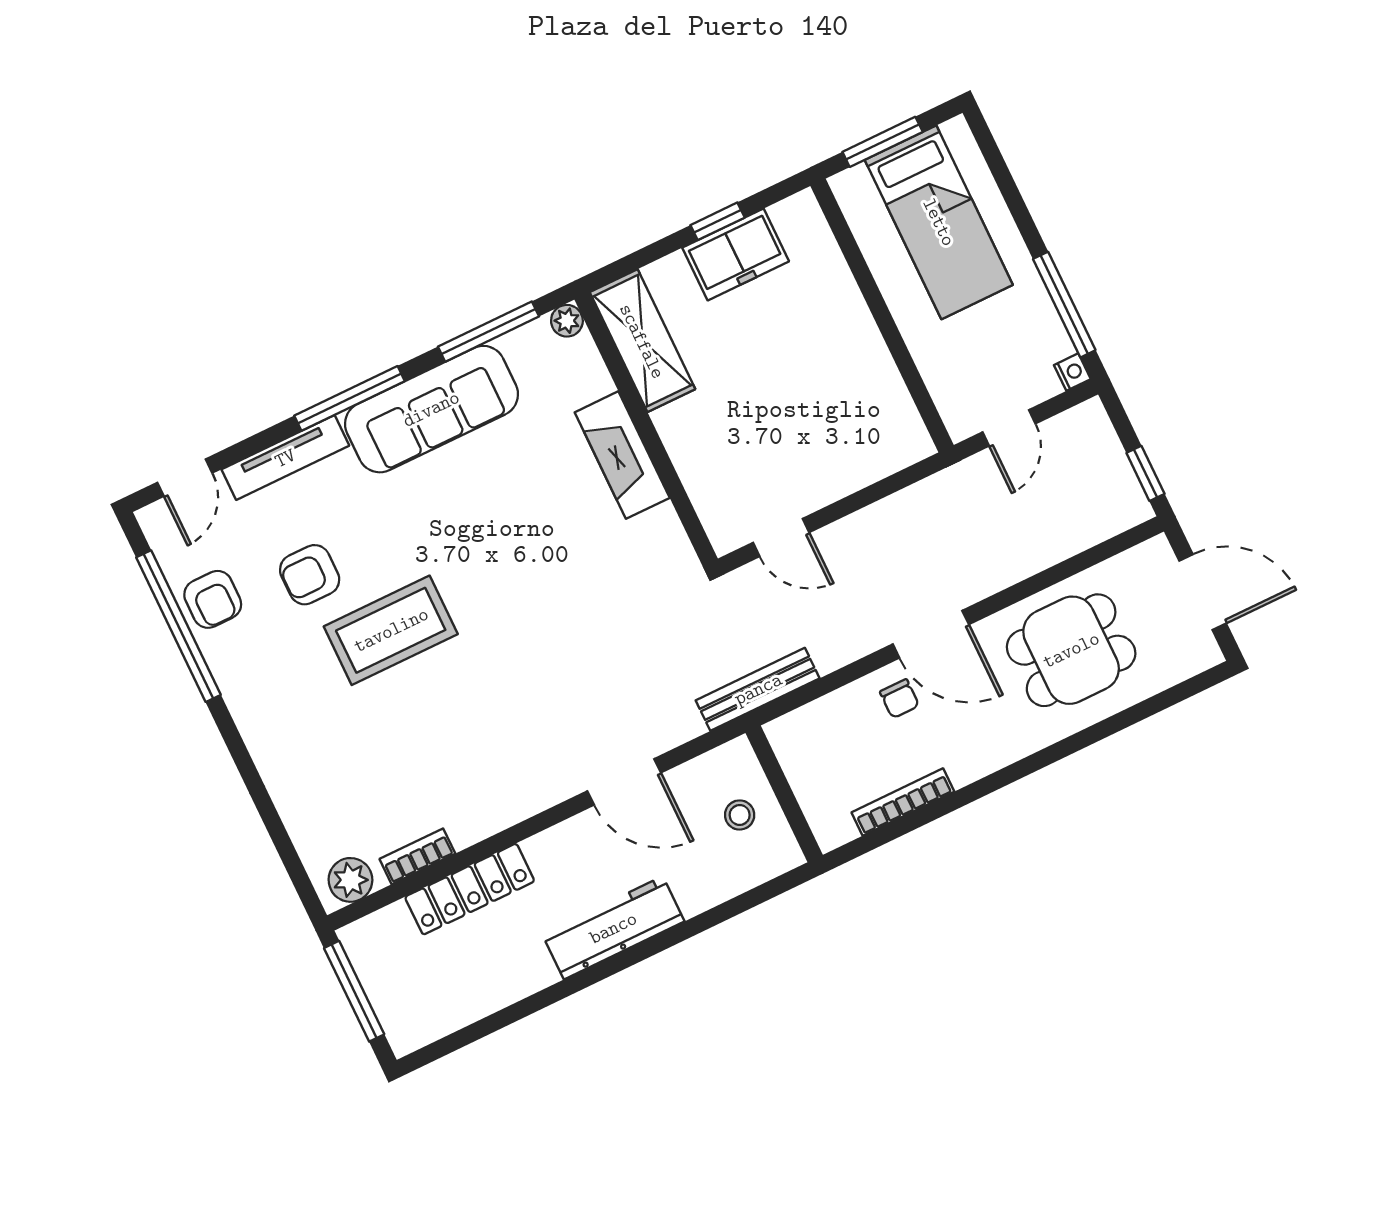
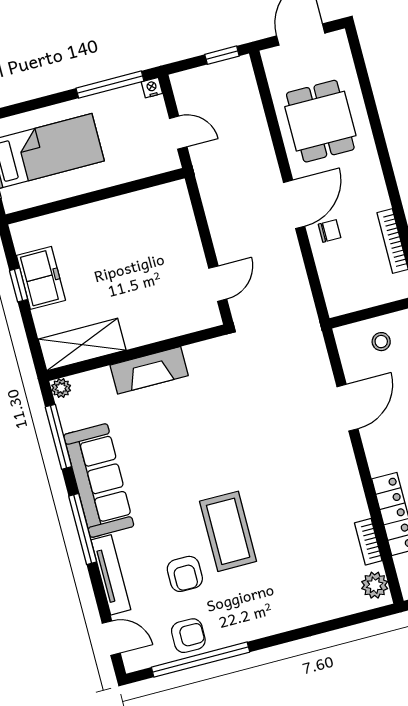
bench: (758, 689) -> (307, 316), removed

